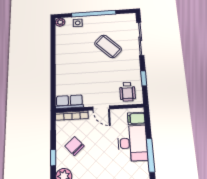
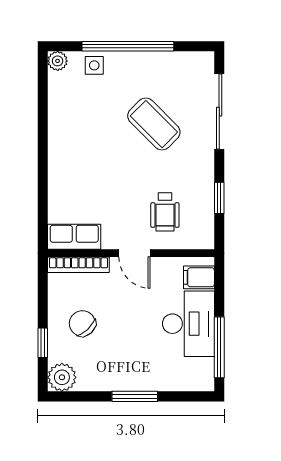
wheelchair: (127, 92) -> (165, 212), moved

